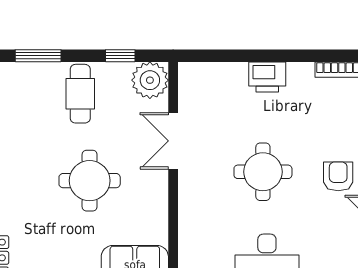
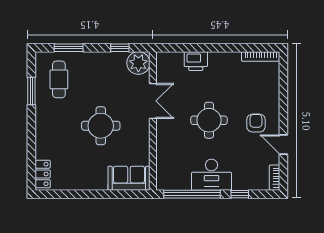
printer: (267, 77) -> (196, 61), moved
cafe table: (80, 94) -> (59, 79), moved
double door: (173, 141) -> (153, 101), swing flipped

